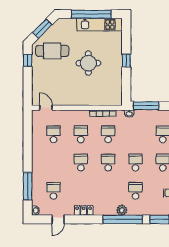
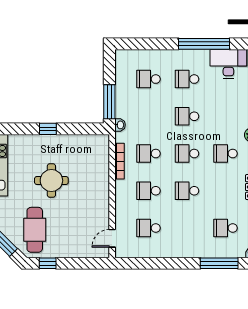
school desk: (135, 191) -> (225, 154), moved

